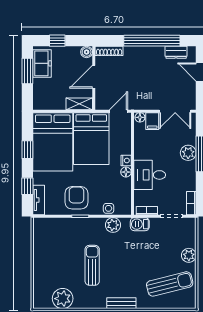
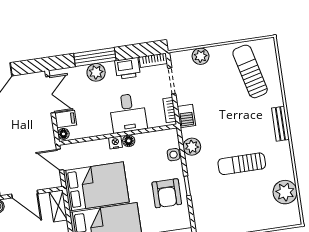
printer: (188, 180) -> (128, 68), added
armchair: (76, 198) -> (167, 193), turned -90
plant: (189, 255) -> (201, 56), moved

